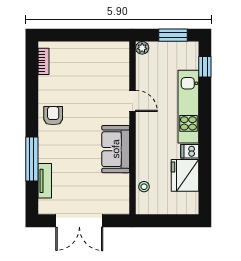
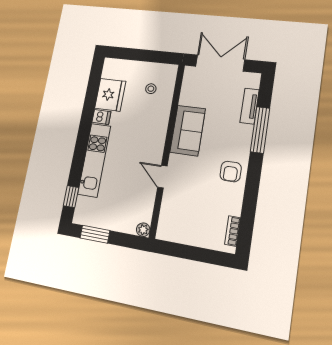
plant: (142, 48) -> (143, 230), moved
door: (133, 101) -> (162, 177), moved
wall: (133, 128) -> (167, 149), moved
sofa: (116, 149) -> (188, 130), moved

